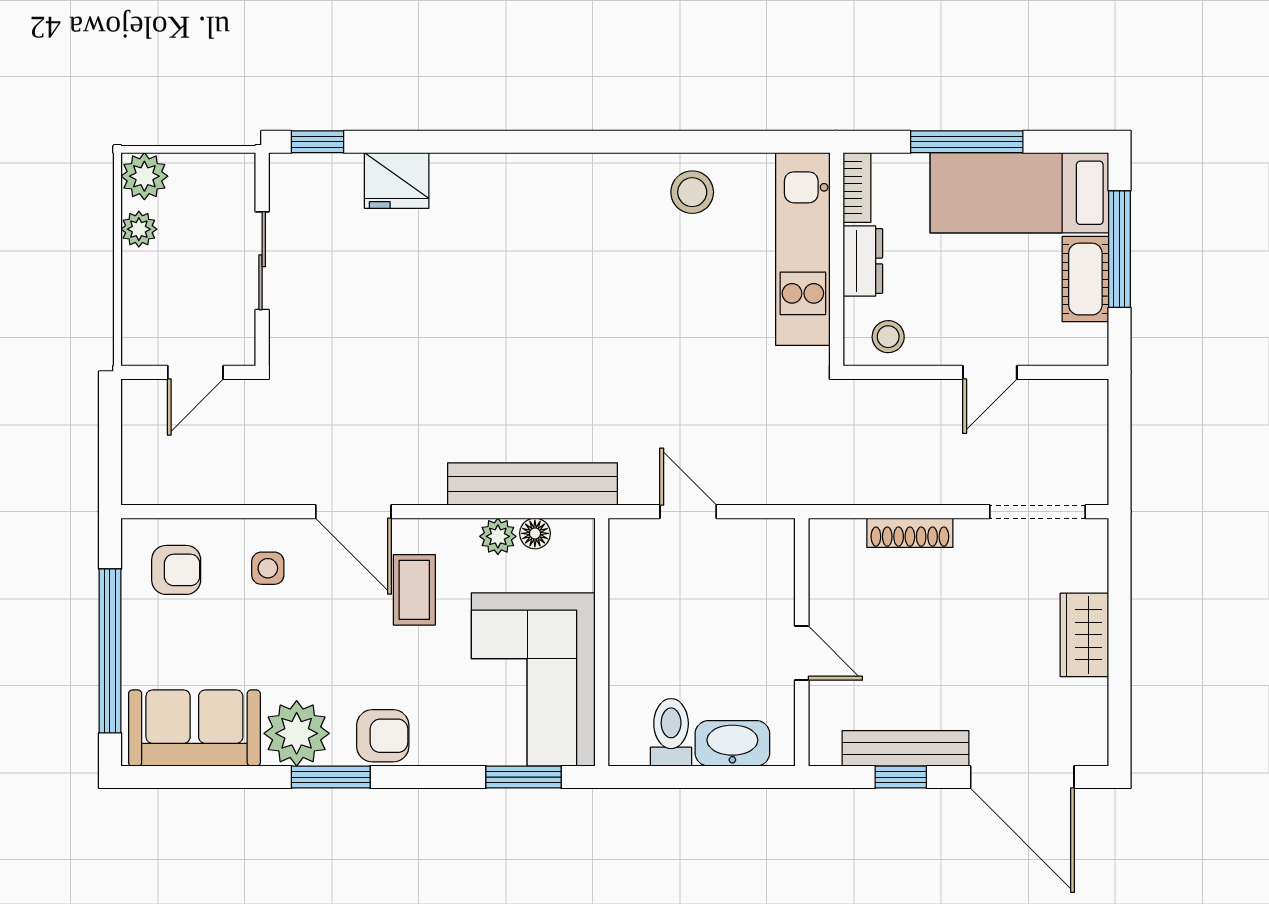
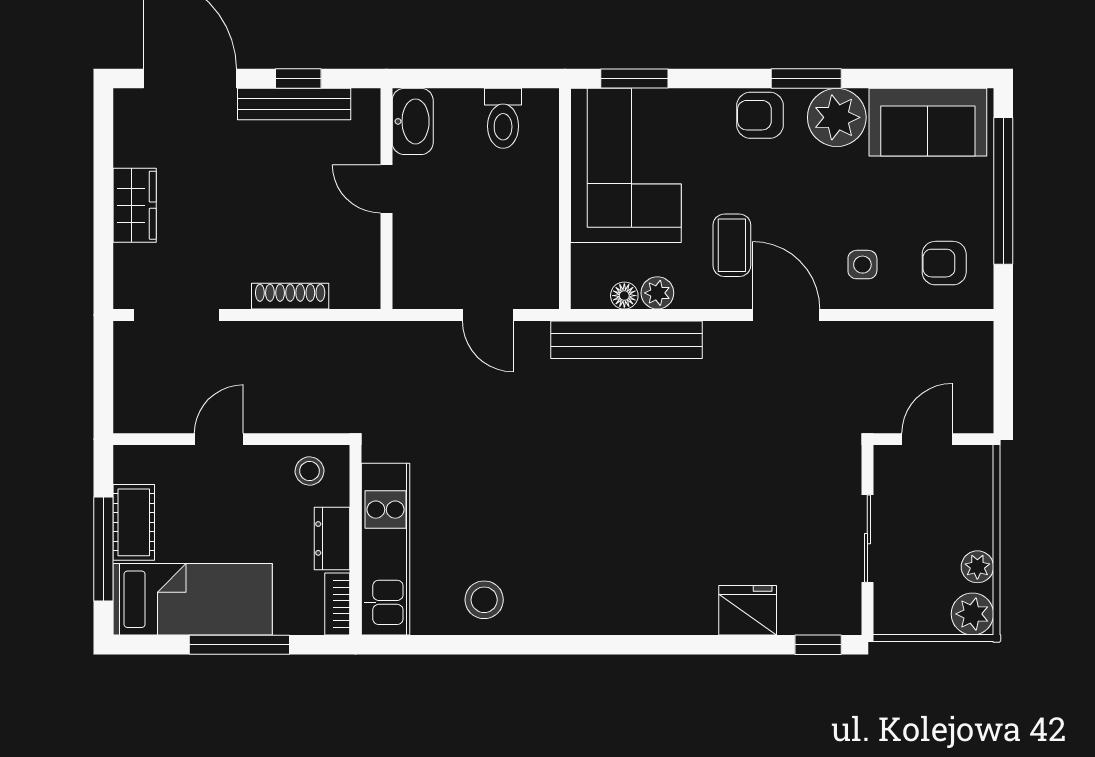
washbasin: (732, 743) -> (413, 121), moved, turned -90

